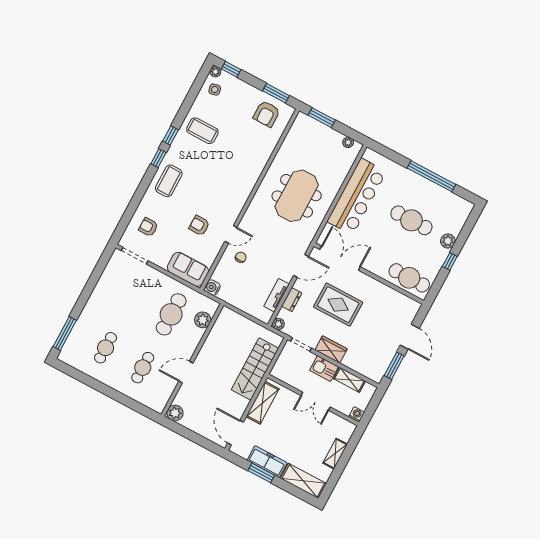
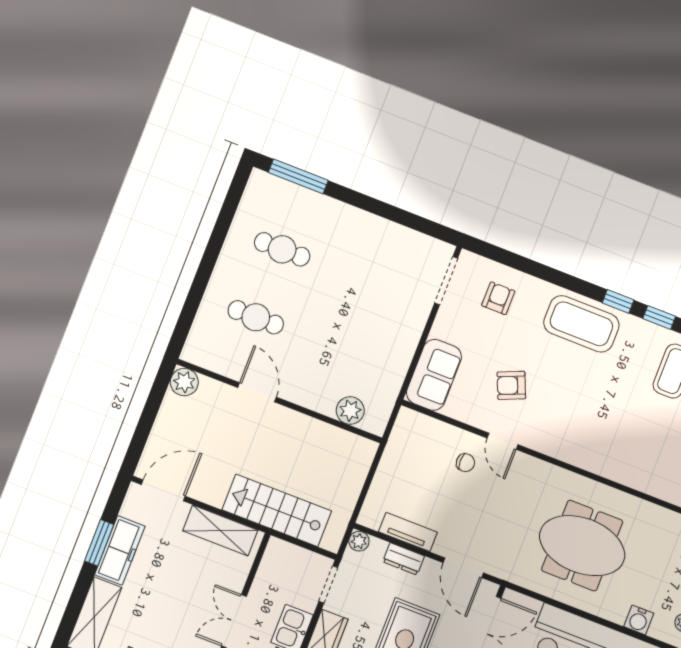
coffee table: (169, 181) -> (581, 324), width x1.36, depth x1.32
armchair: (199, 226) -> (511, 385), turned -114
water cooler: (212, 288) -> (639, 620), moved, turned 180
cafe table: (171, 314) -> (353, 355), removed

